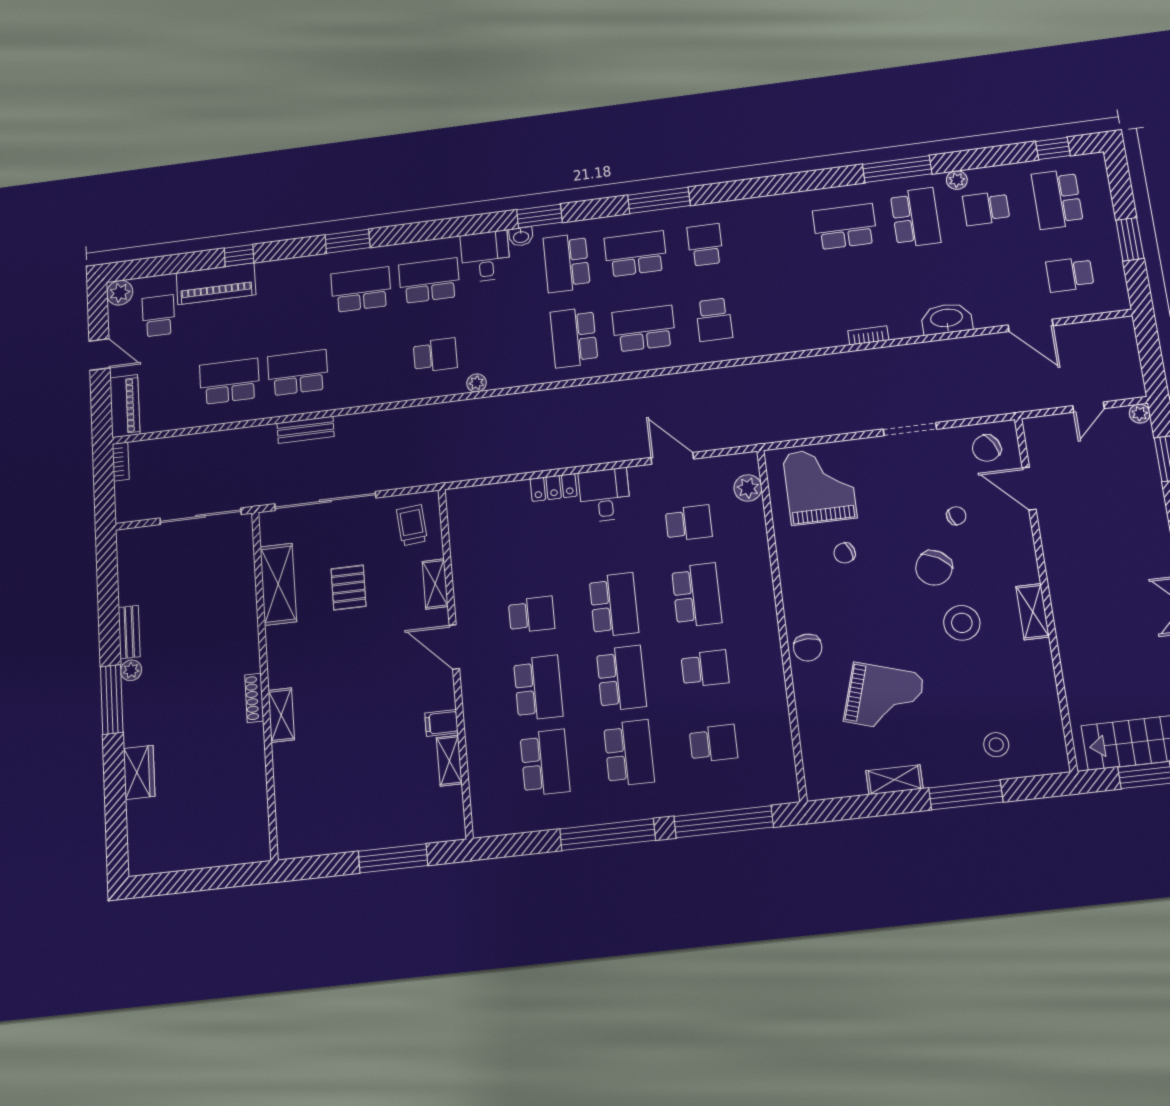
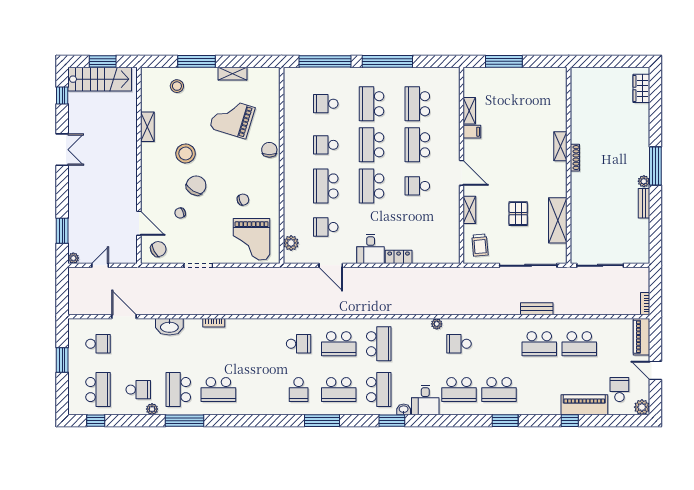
school desk: (158, 316) -> (619, 390), turned 180
school desk: (714, 320) -> (299, 344), turned 90
shelving: (1033, 612) -> (147, 127), moved
wardrobe: (139, 772) -> (641, 88), moved

